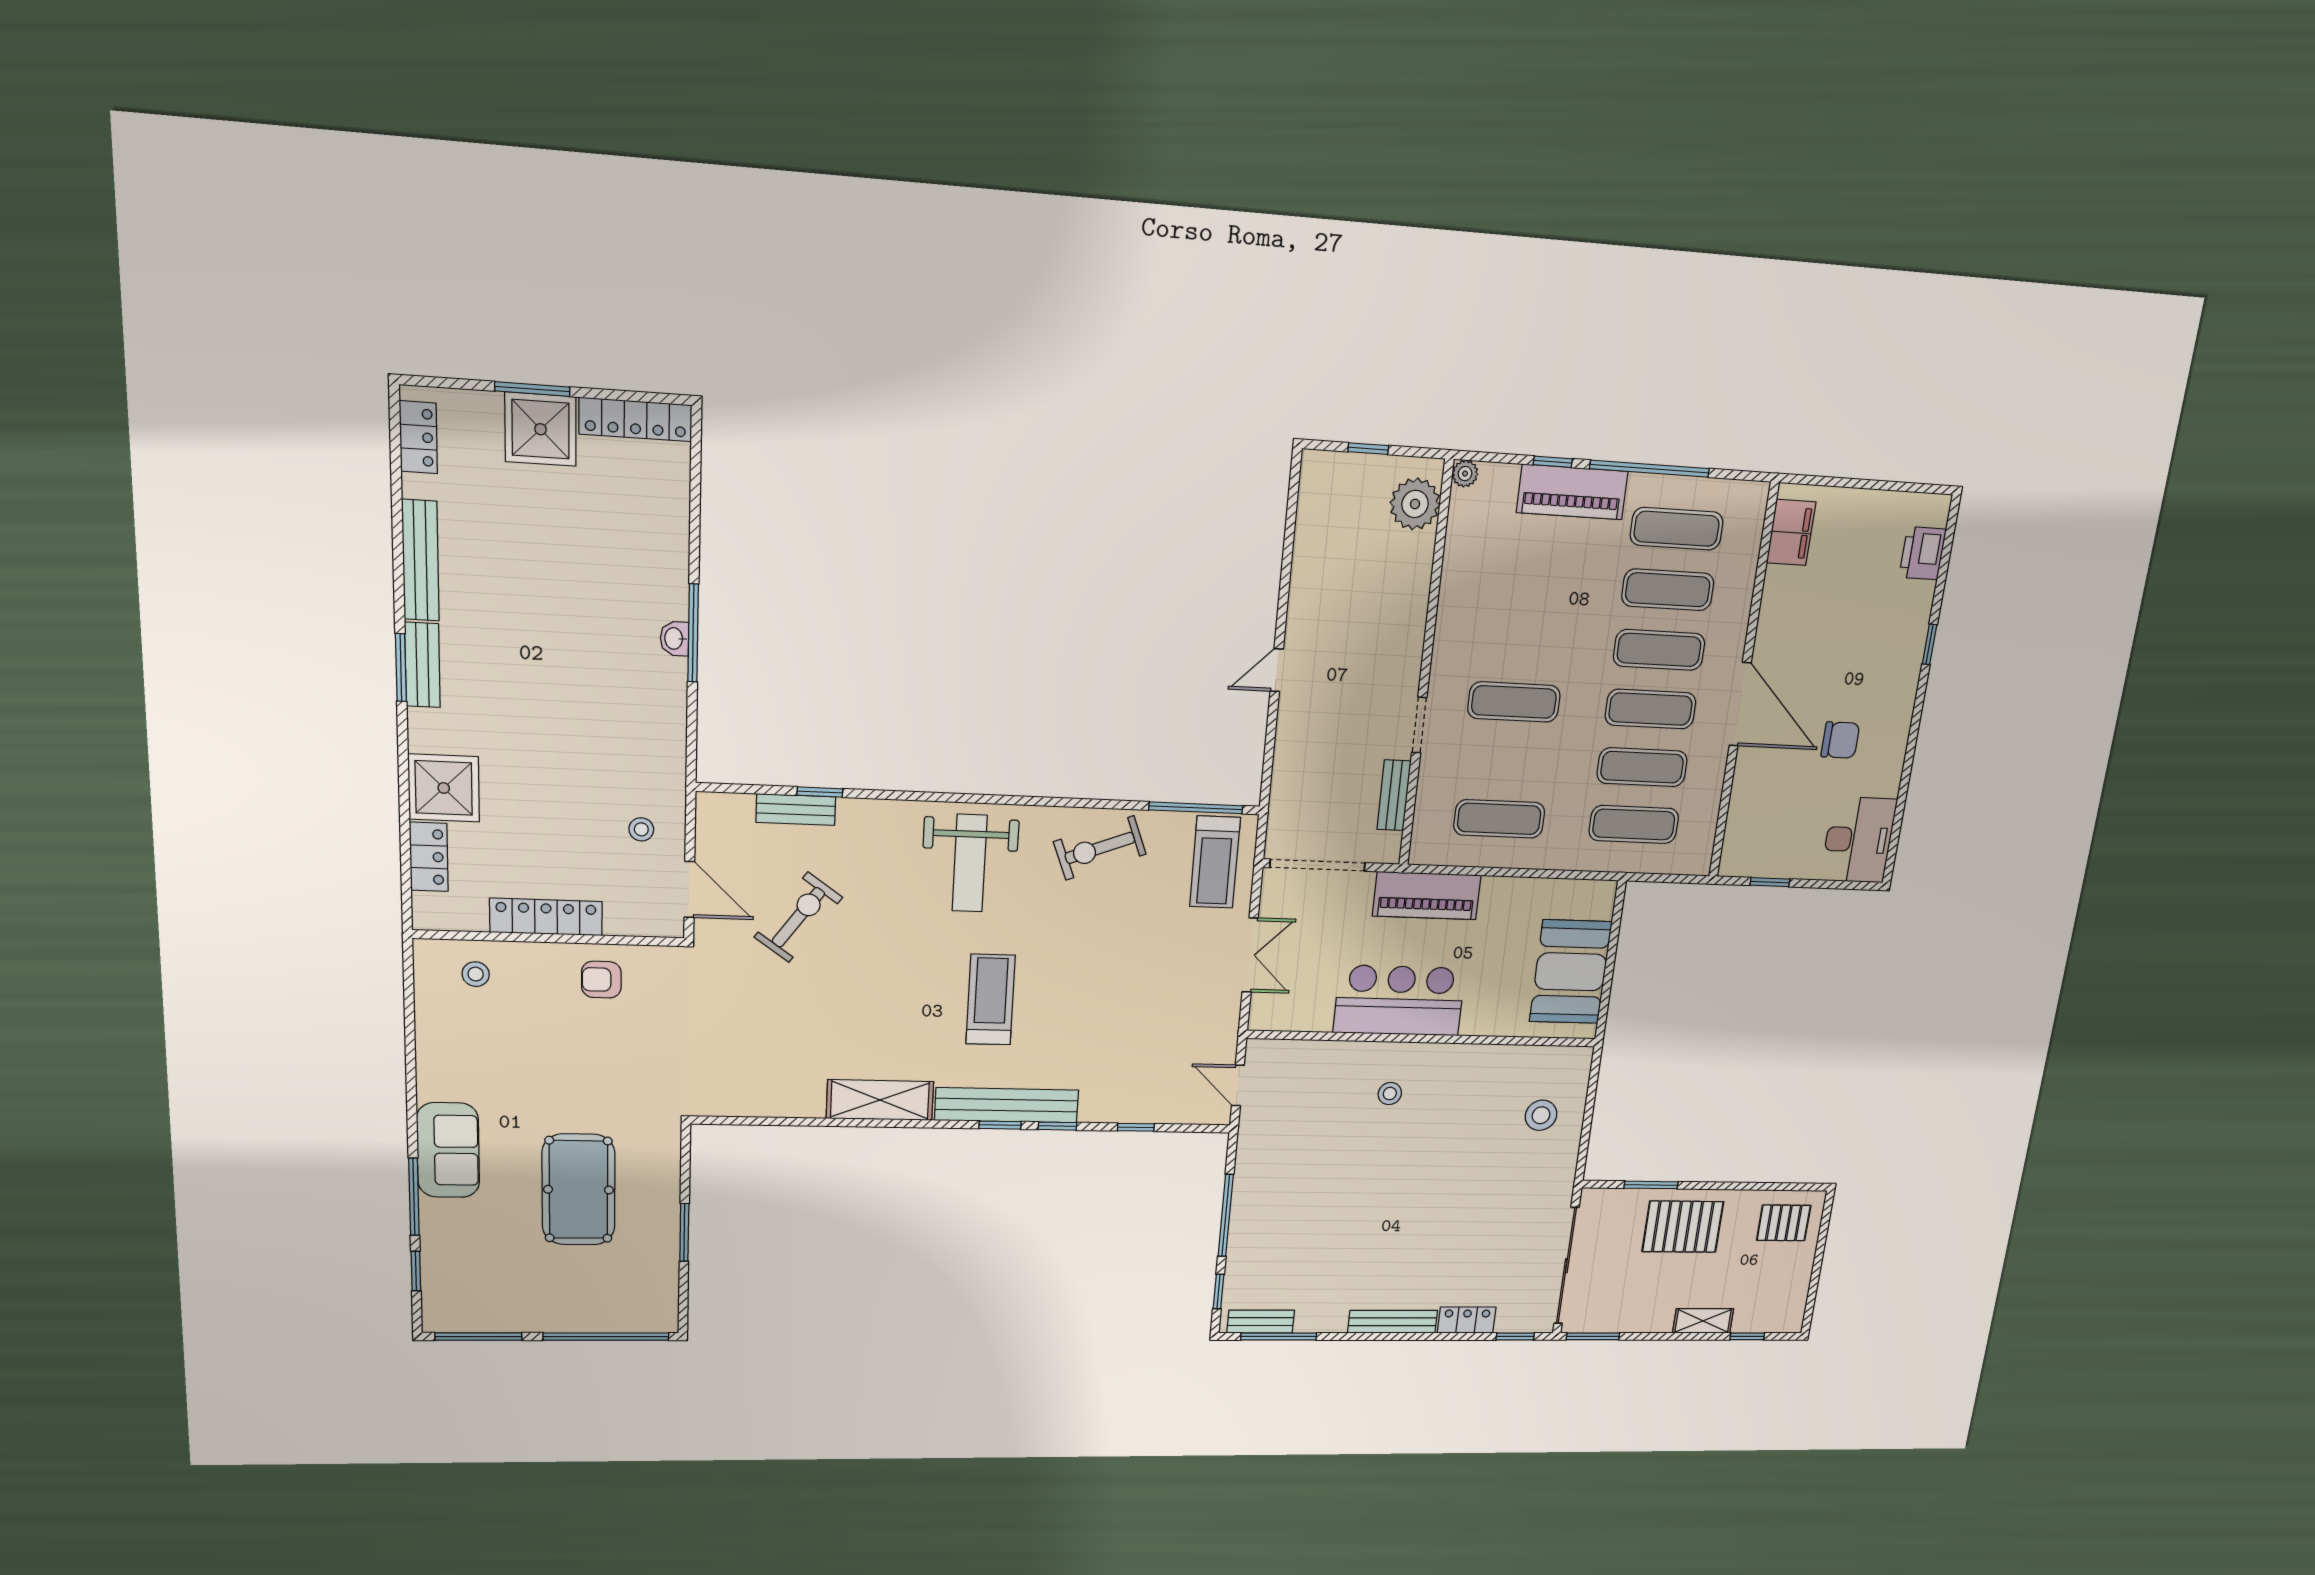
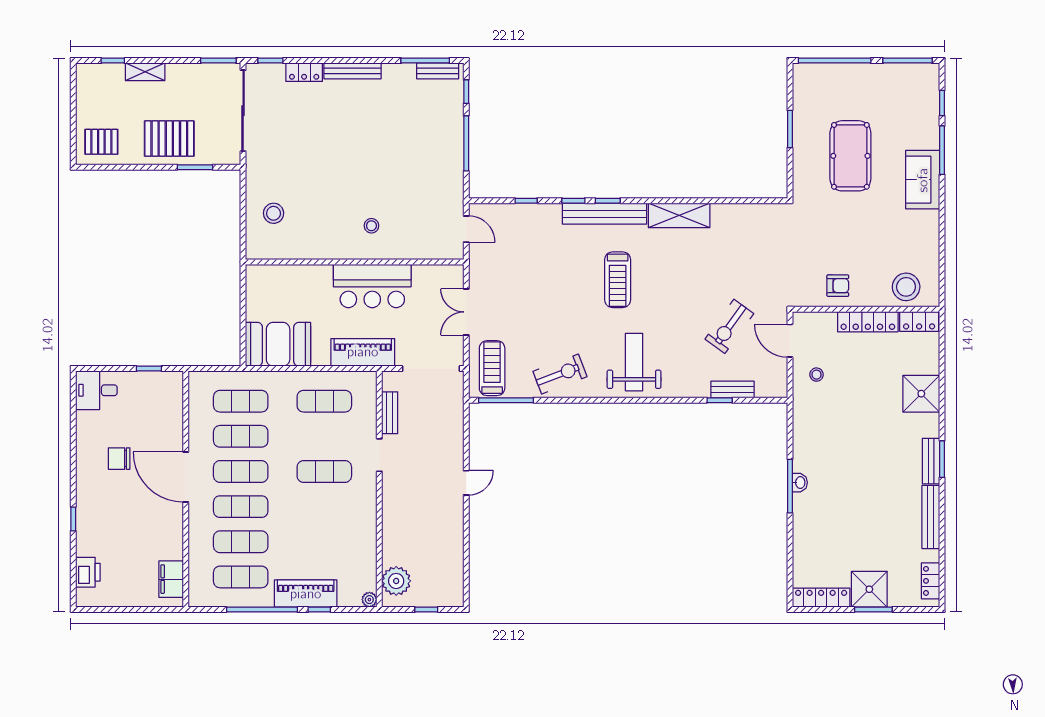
desk: (1858, 840) -> (96, 390), width x0.73
locker: (429, 857) -> (919, 322), moved, turned -90
booth: (1571, 972) -> (278, 344), moved, turned 90
stool: (476, 974) -> (906, 287), width x1.89, depth x1.89

